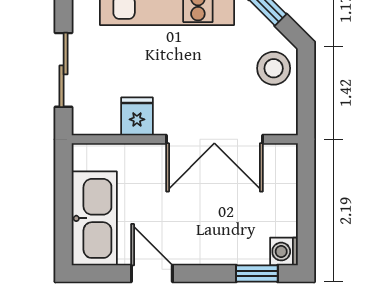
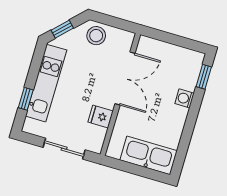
washing machine: (284, 252) -> (185, 98), moved, turned 90
door: (152, 274) -> (187, 133), removed

